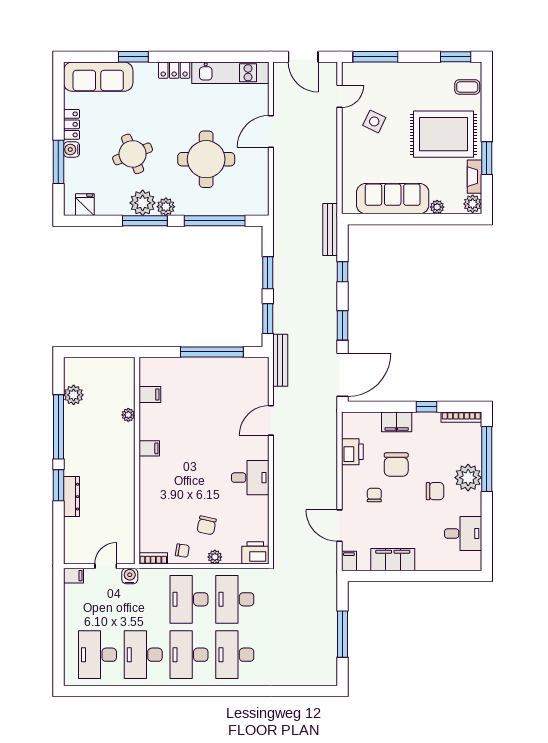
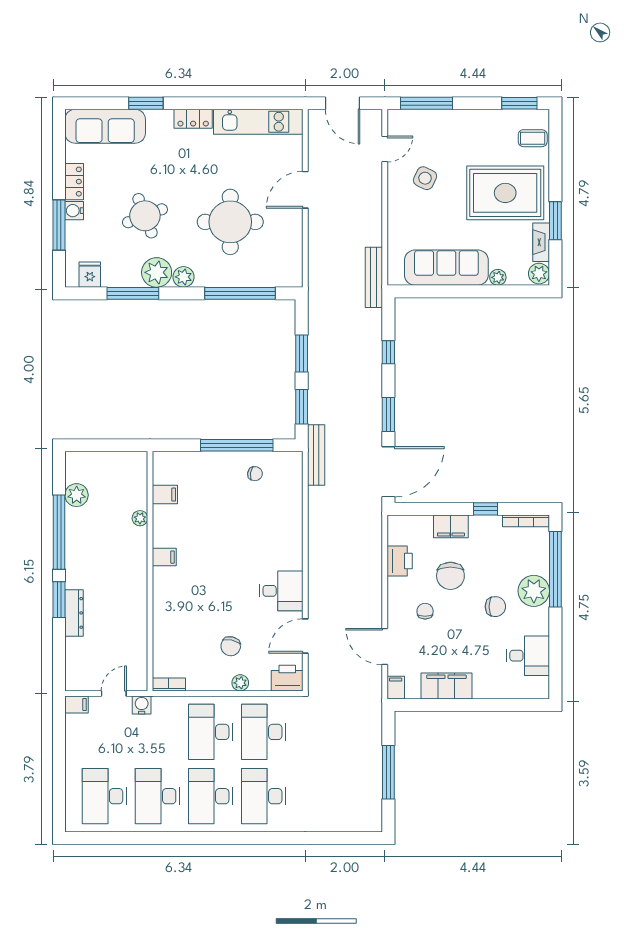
window: (145, 221) -> (133, 293), moved
bench: (330, 229) -> (374, 277), moved
door: (271, 420) -> (305, 636), moved
chair: (182, 551) -> (255, 474), moved

